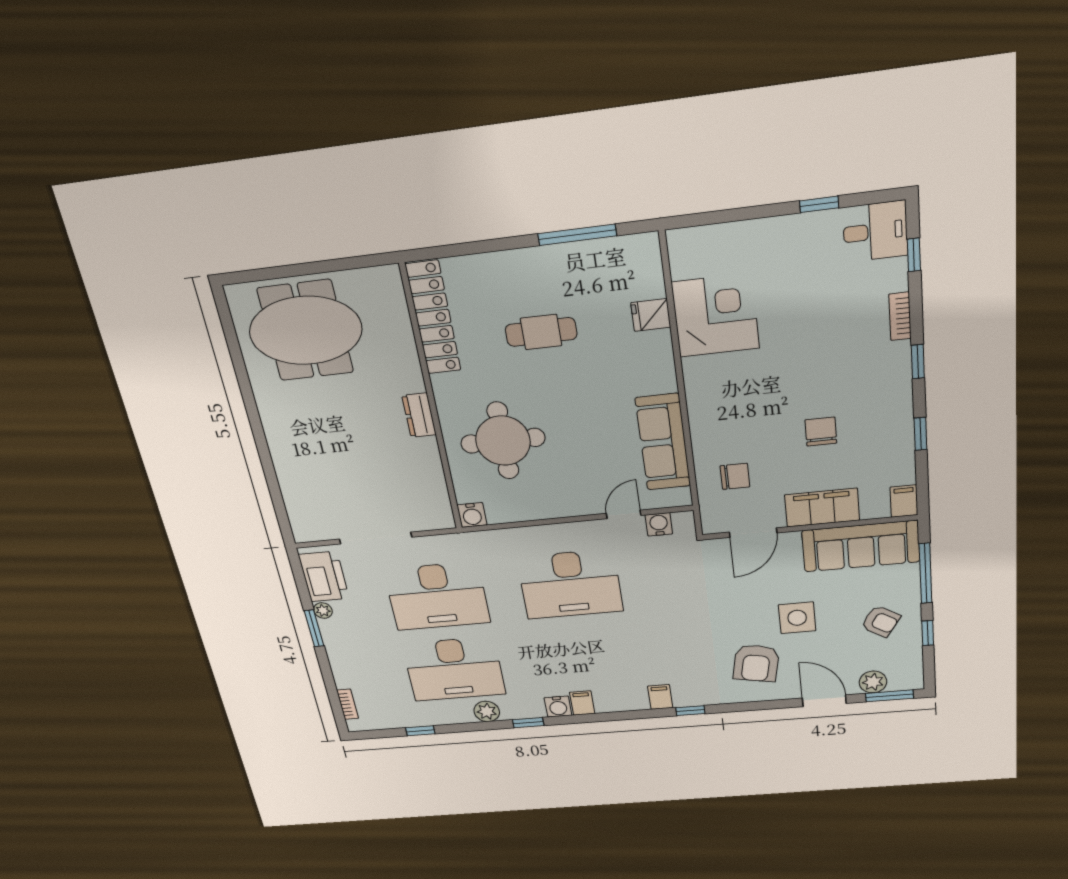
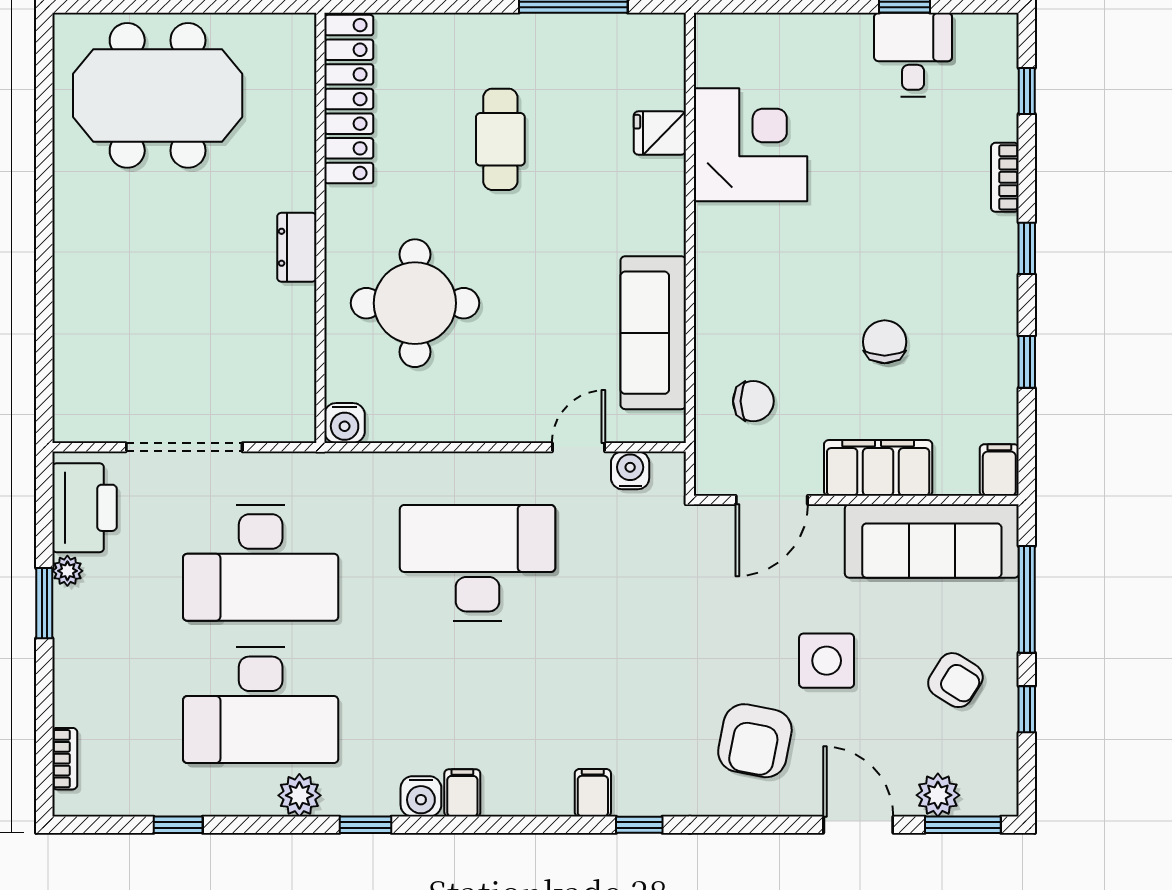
desk: (875, 231) -> (913, 55), moved, turned -90
cafe table: (541, 332) -> (500, 139), turned 90
desk: (570, 584) -> (478, 563), turned 180

